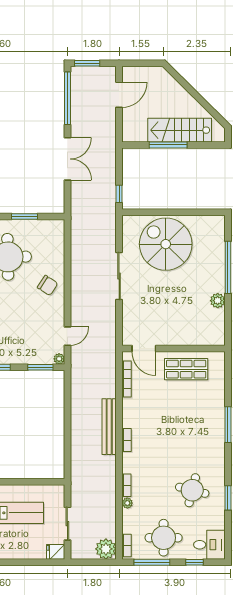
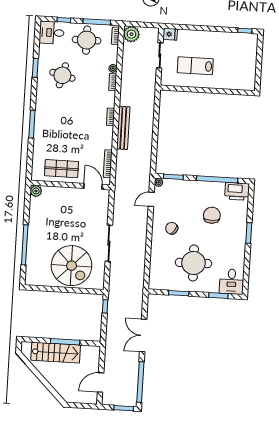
chair: (48, 285) -> (172, 228), moved
plant: (218, 301) -> (36, 191), moved

